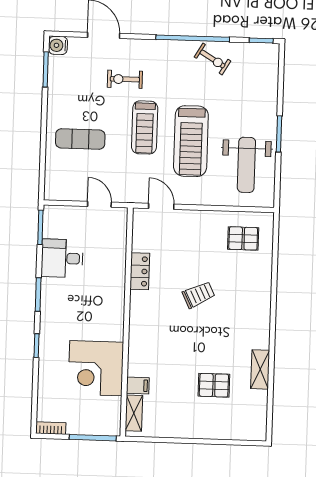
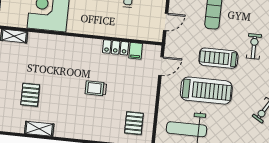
treadmill: (191, 141) -> (206, 91), turned 180
trolley: (199, 295) -> (96, 88), turned 116
filing cabinet: (138, 385) -> (136, 51), moved

